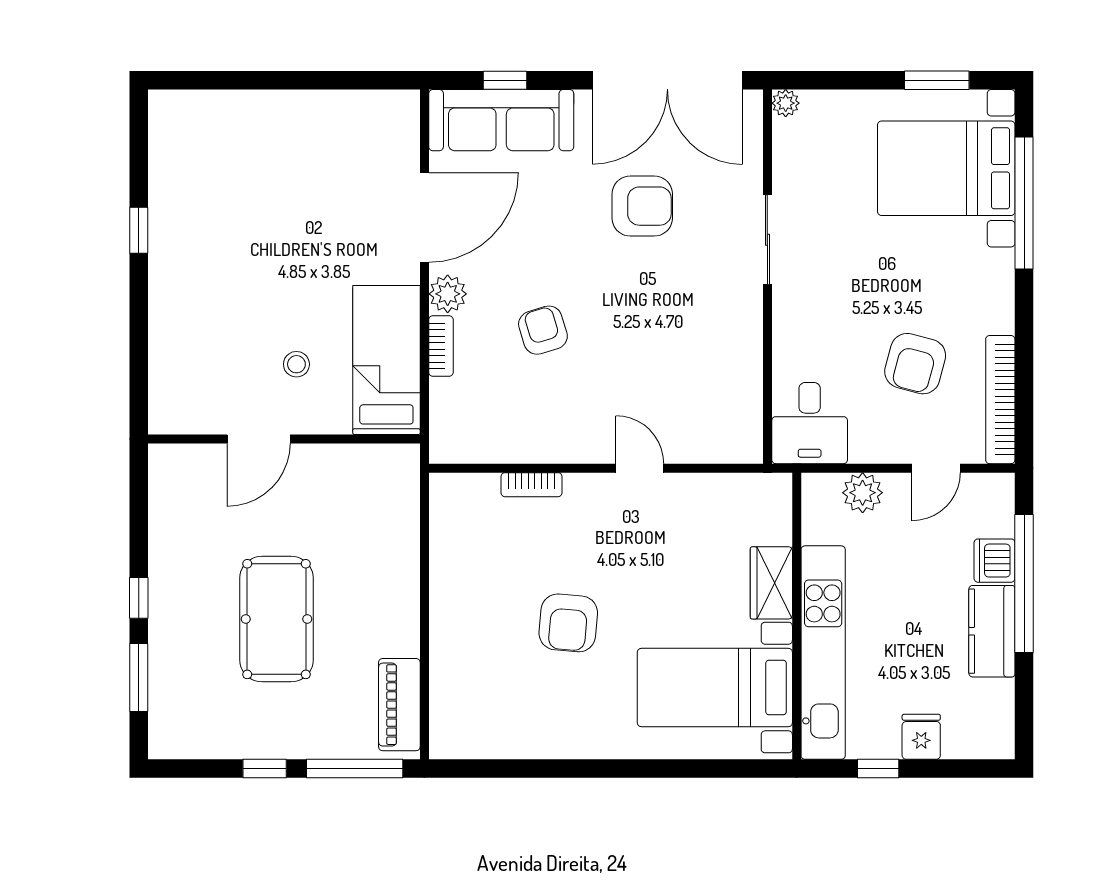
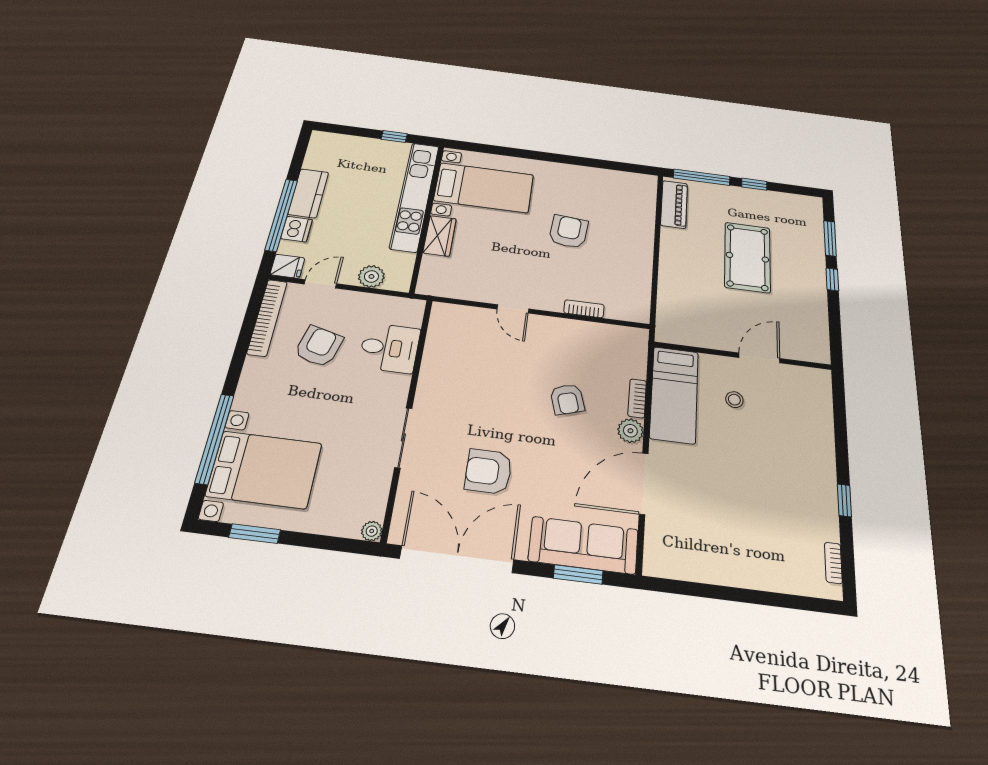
window: (505, 80) -> (578, 575), width x1.50
bookcase: (159, 139) -> (833, 563), added
desk: (810, 423) -> (390, 348), moved, turned 90
fridge: (921, 737) -> (287, 266), moved, turned -90

